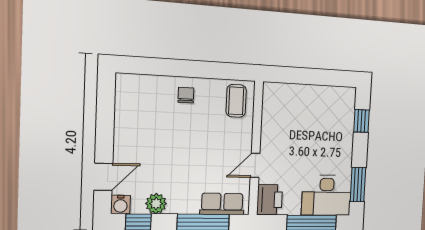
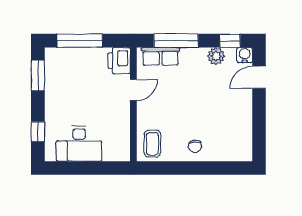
desk: (327, 195) -> (79, 144), moved, turned 180

